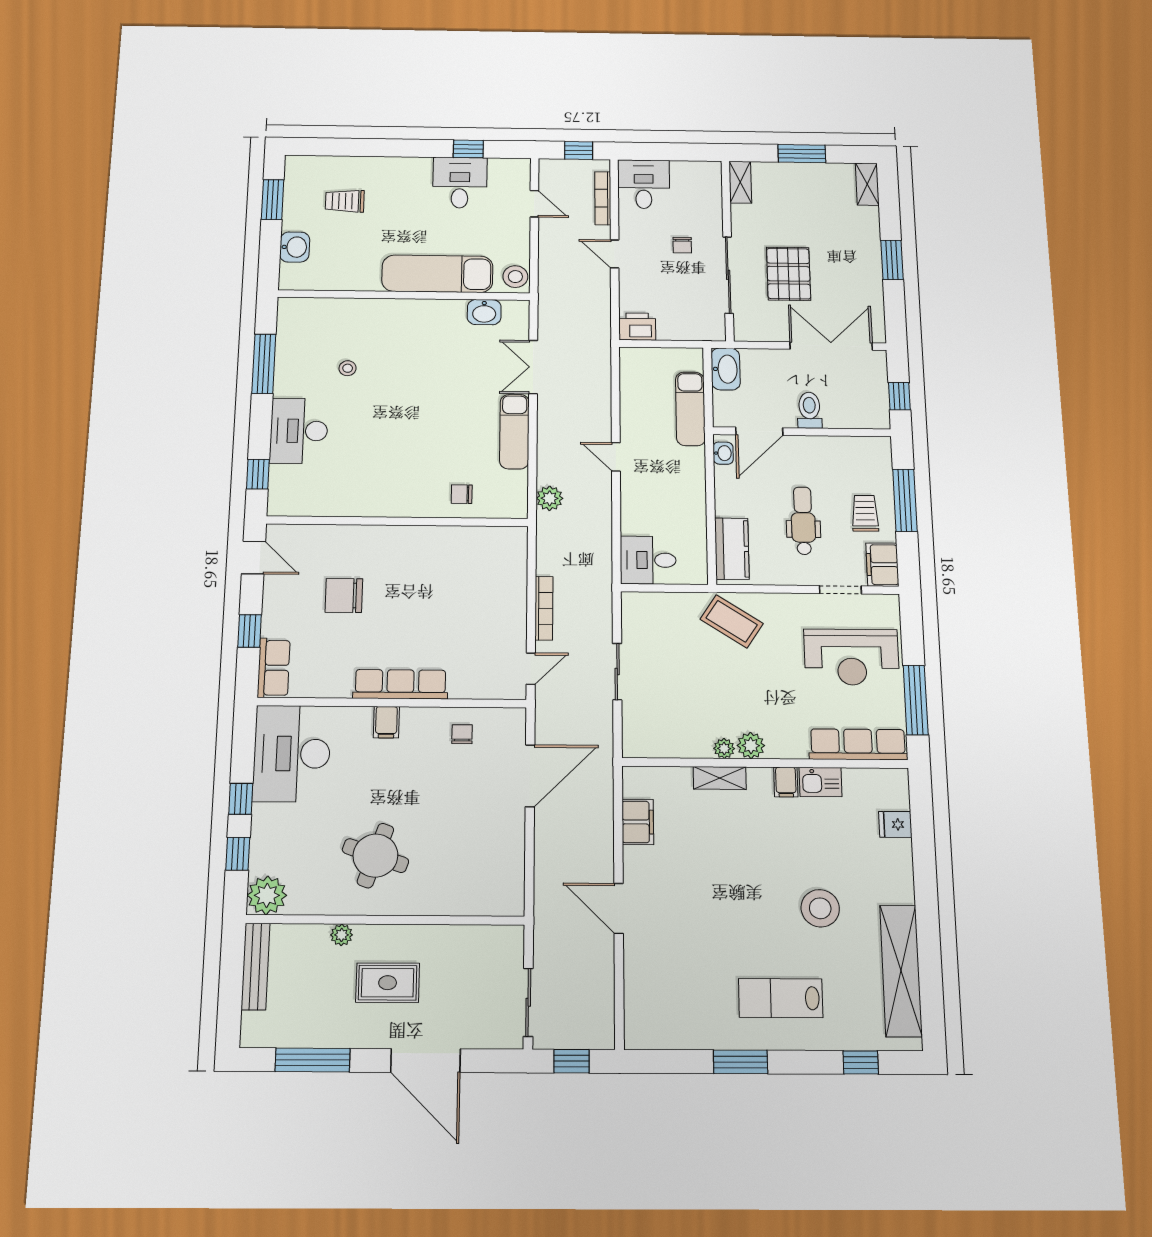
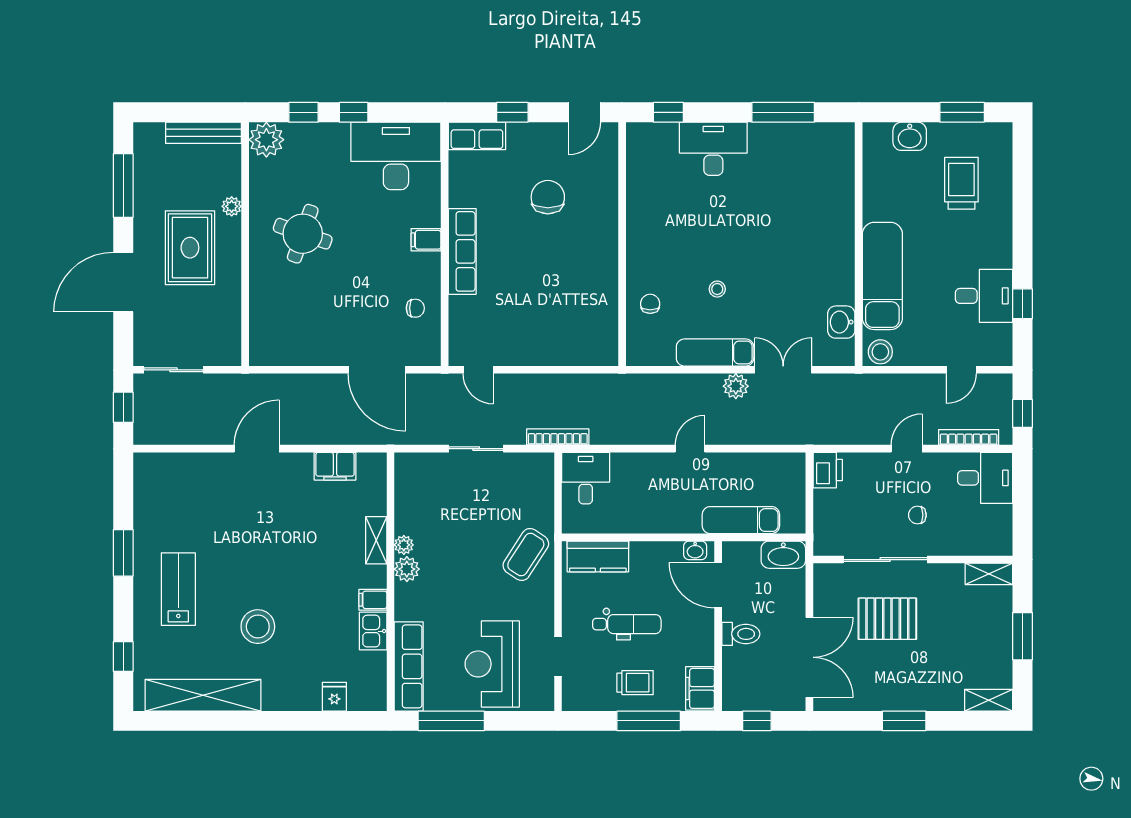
trolley: (345, 201) -> (961, 183), width x1.36, depth x1.39
stool: (348, 368) -> (717, 289), moved
plant: (550, 498) -> (736, 386), moved
filing cabinet: (882, 565) -> (700, 688), moved, turned -90
bookcase: (544, 608) -> (558, 437), moved, turned 180
rug: (388, 983) -> (190, 248), width x1.36, depth x1.43

